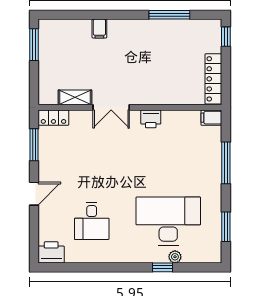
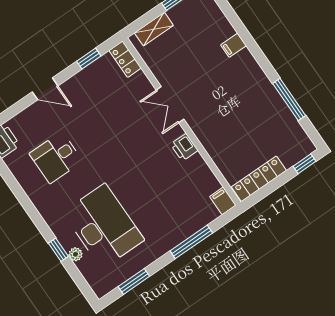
shelving: (75, 97) -> (154, 29), moved, turned 90
window: (34, 145) -> (89, 59), width x0.67

